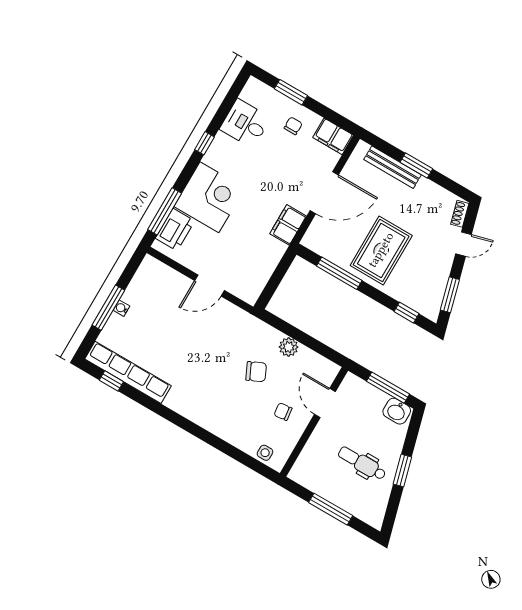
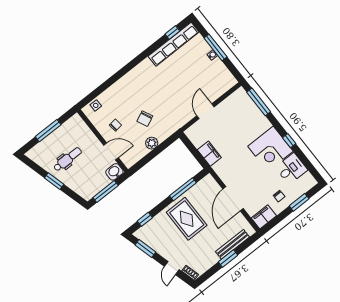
corner desk: (209, 197) -> (270, 149), moved
filing cabinet: (288, 225) -> (209, 154), moved
printer: (175, 230) -> (246, 104), removed
washbasin: (397, 411) -> (114, 172), moved

